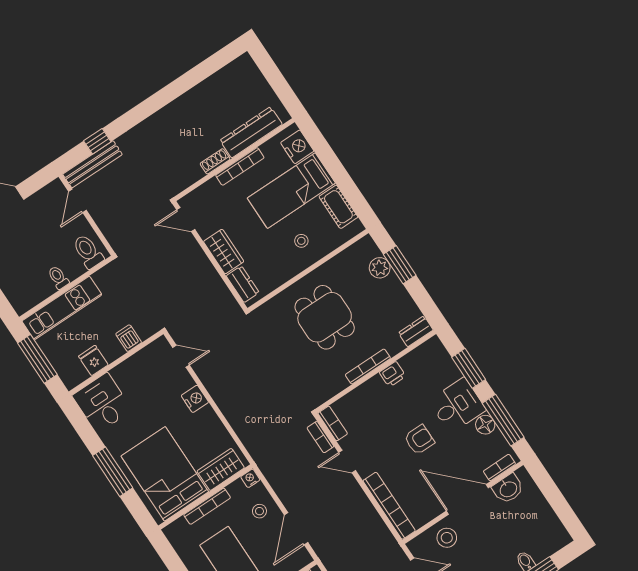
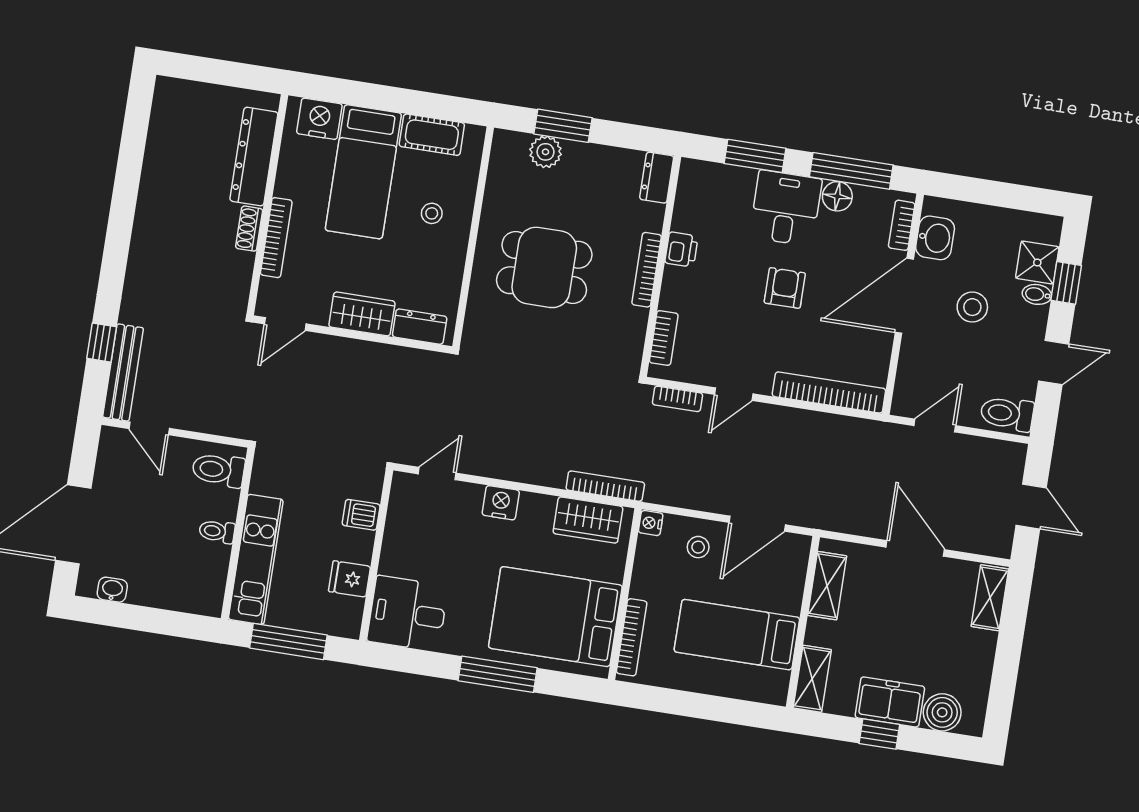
bookcase: (240, 166) -> (276, 238), moved
bookcase: (333, 423) -> (664, 338), moved, turned 90
bookcase: (248, 441) -> (605, 486), added
wardrobe: (221, 469) -> (588, 520), moved, turned -90
bookcase: (207, 506) -> (632, 637), moved
door: (296, 529) -> (757, 524), hinge flipped
stool: (447, 538) -> (972, 307), moved
shower: (541, 548) -> (1037, 262), added

